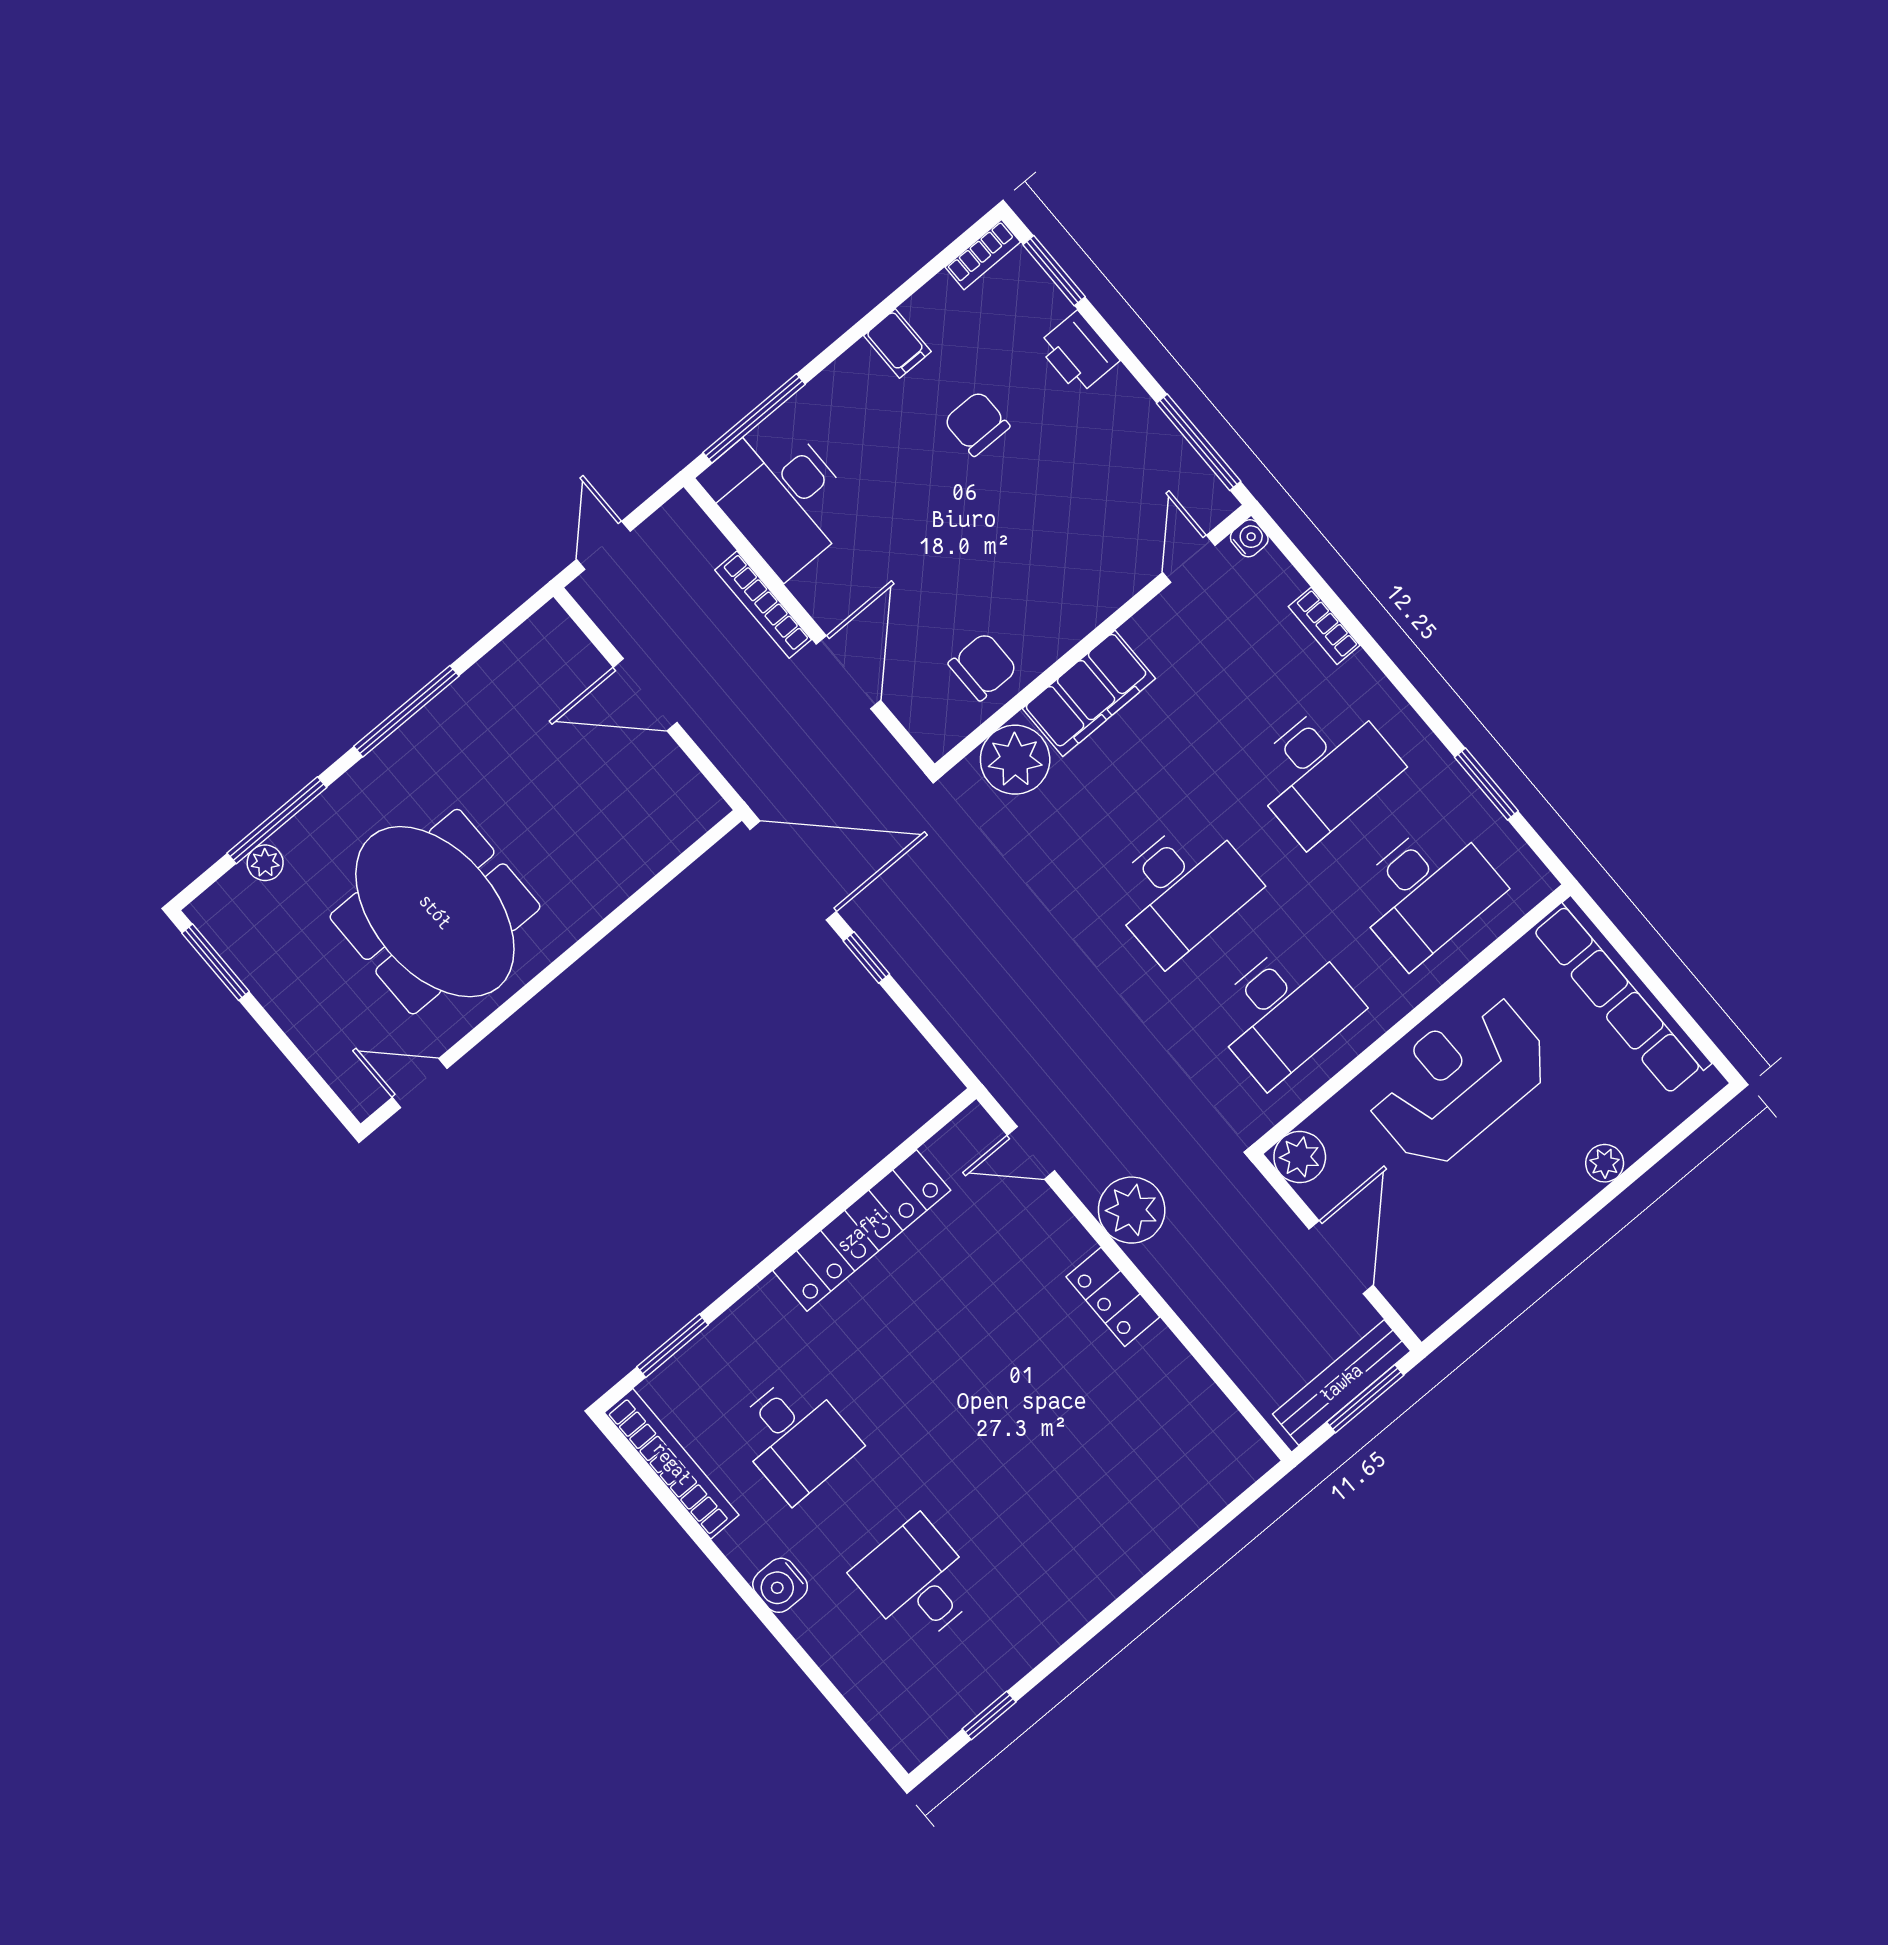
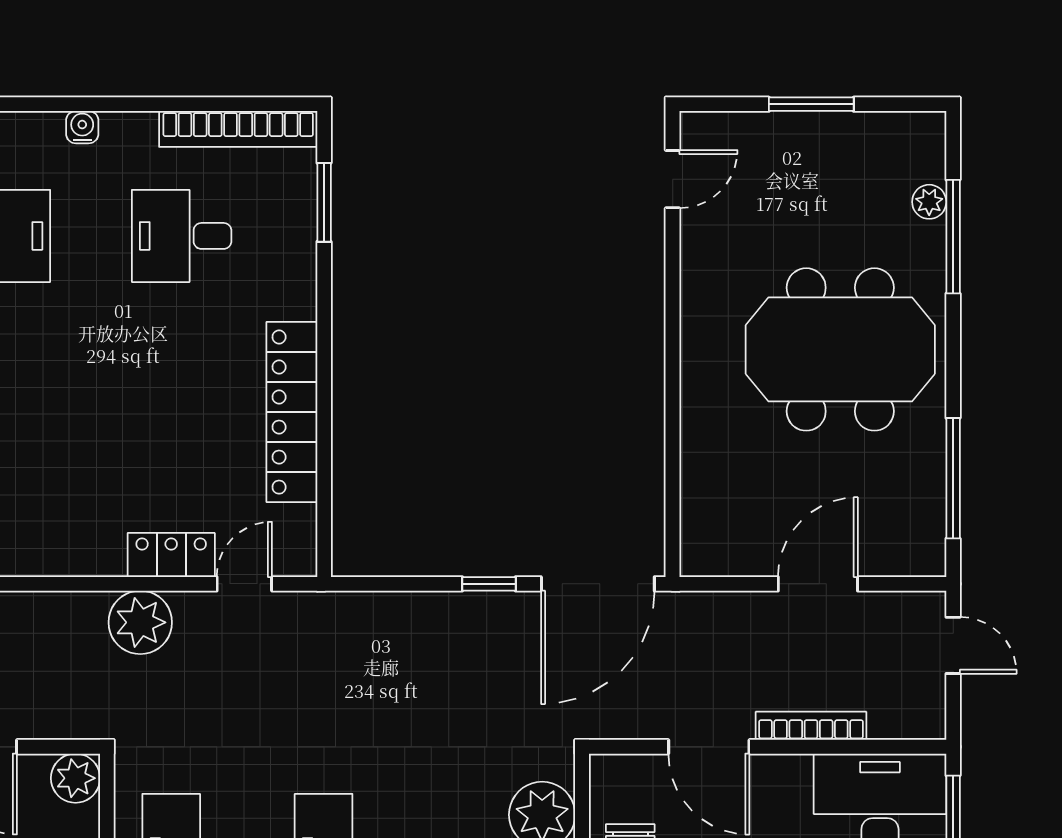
window: (406, 711) -> (953, 478), moved
meeting table: (435, 912) -> (840, 349), moved
window: (216, 962) -> (811, 104), moved
locker: (1113, 1297) -> (171, 555), moved
water cooler: (780, 1585) -> (82, 127), width x0.72, depth x0.72

